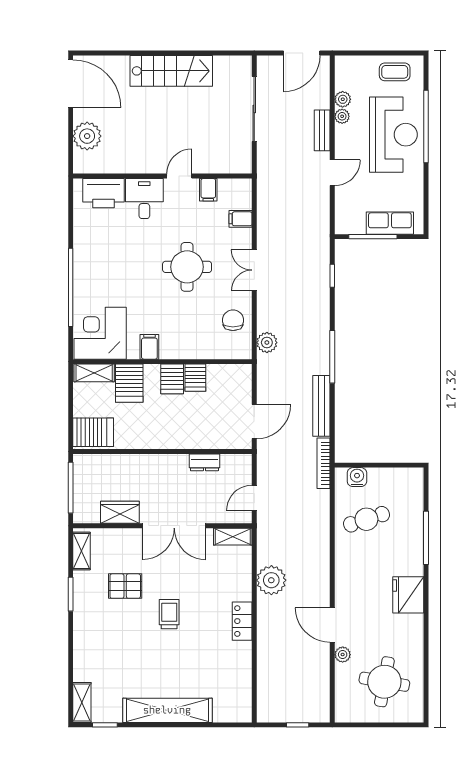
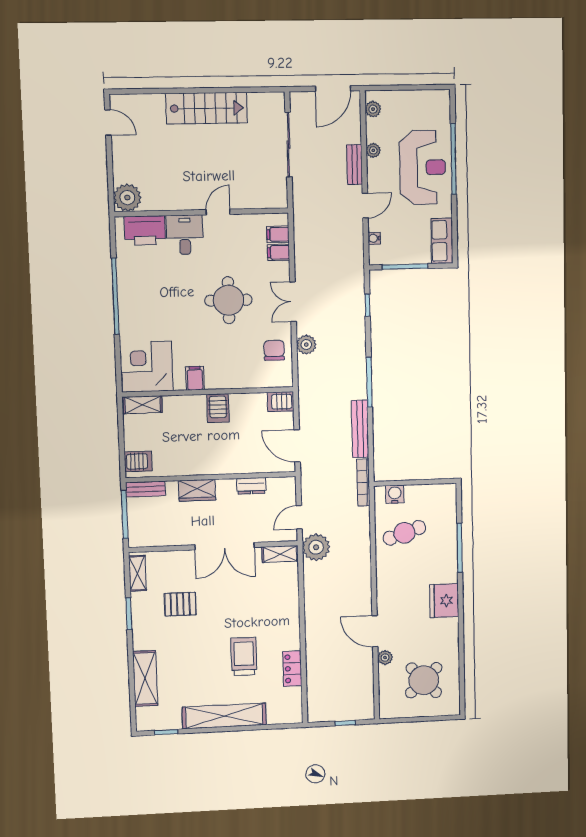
coffee table: (395, 72) -> (423, 106), removed
door: (71, 84) -> (108, 122), width x0.53
plant: (343, 99) -> (373, 109), moved
plant: (87, 136) -> (127, 198), moved
filing cabinet: (208, 190) -> (278, 234), moved, turned 90
water cooler: (341, 207) -> (374, 238), added
row of seats: (390, 223) -> (442, 241), moved, turned -90
window: (71, 287) -> (115, 296), moved
plant: (267, 343) -> (306, 345), moved
server rack: (195, 378) -> (281, 402), moved, turned 90
server rack: (129, 383) -> (177, 413), removed
door: (254, 422) -> (297, 446), swing flipped
server rack: (93, 432) -> (138, 461), width x0.73, depth x0.70
bench: (93, 462) -> (145, 489), added
wardrobe: (120, 512) -> (197, 490), moved, turned 180
plant: (271, 580) -> (316, 547), moved
trolley: (169, 614) -> (244, 656), moved, width x1.36, depth x1.39
locker: (242, 621) -> (292, 669), moved
round table: (384, 682) -> (424, 680), turned 37
shelving: (82, 703) -> (145, 678), moved, width x1.50, depth x1.33

